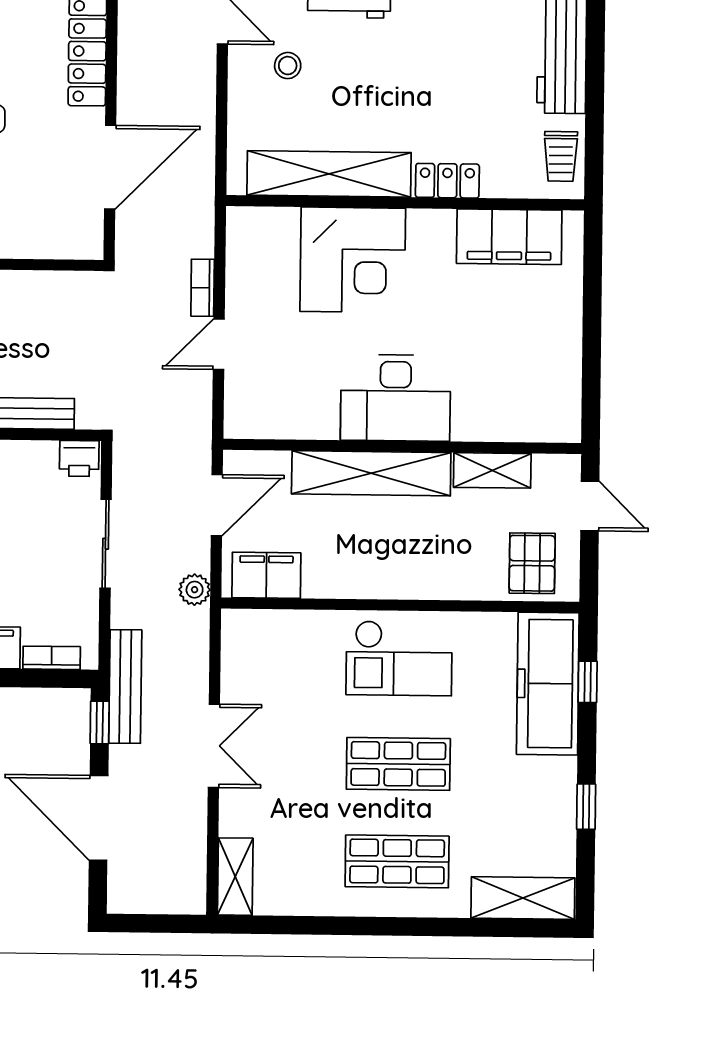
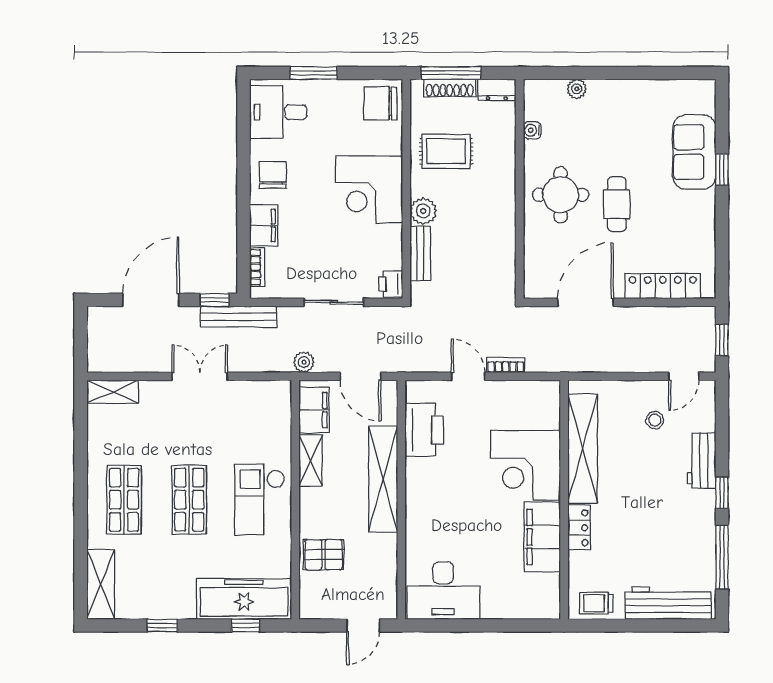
door: (110, 167) -> (585, 302), swing flipped
filing cabinet: (509, 237) -> (542, 537), moved
desk: (396, 398) -> (443, 591), moved, turned -90
printer: (298, 411) -> (424, 430), added
shelving: (492, 470) -> (311, 461), moved
pallet: (532, 563) -> (324, 555), moved
double door: (214, 746) -> (200, 376), swing flipped

